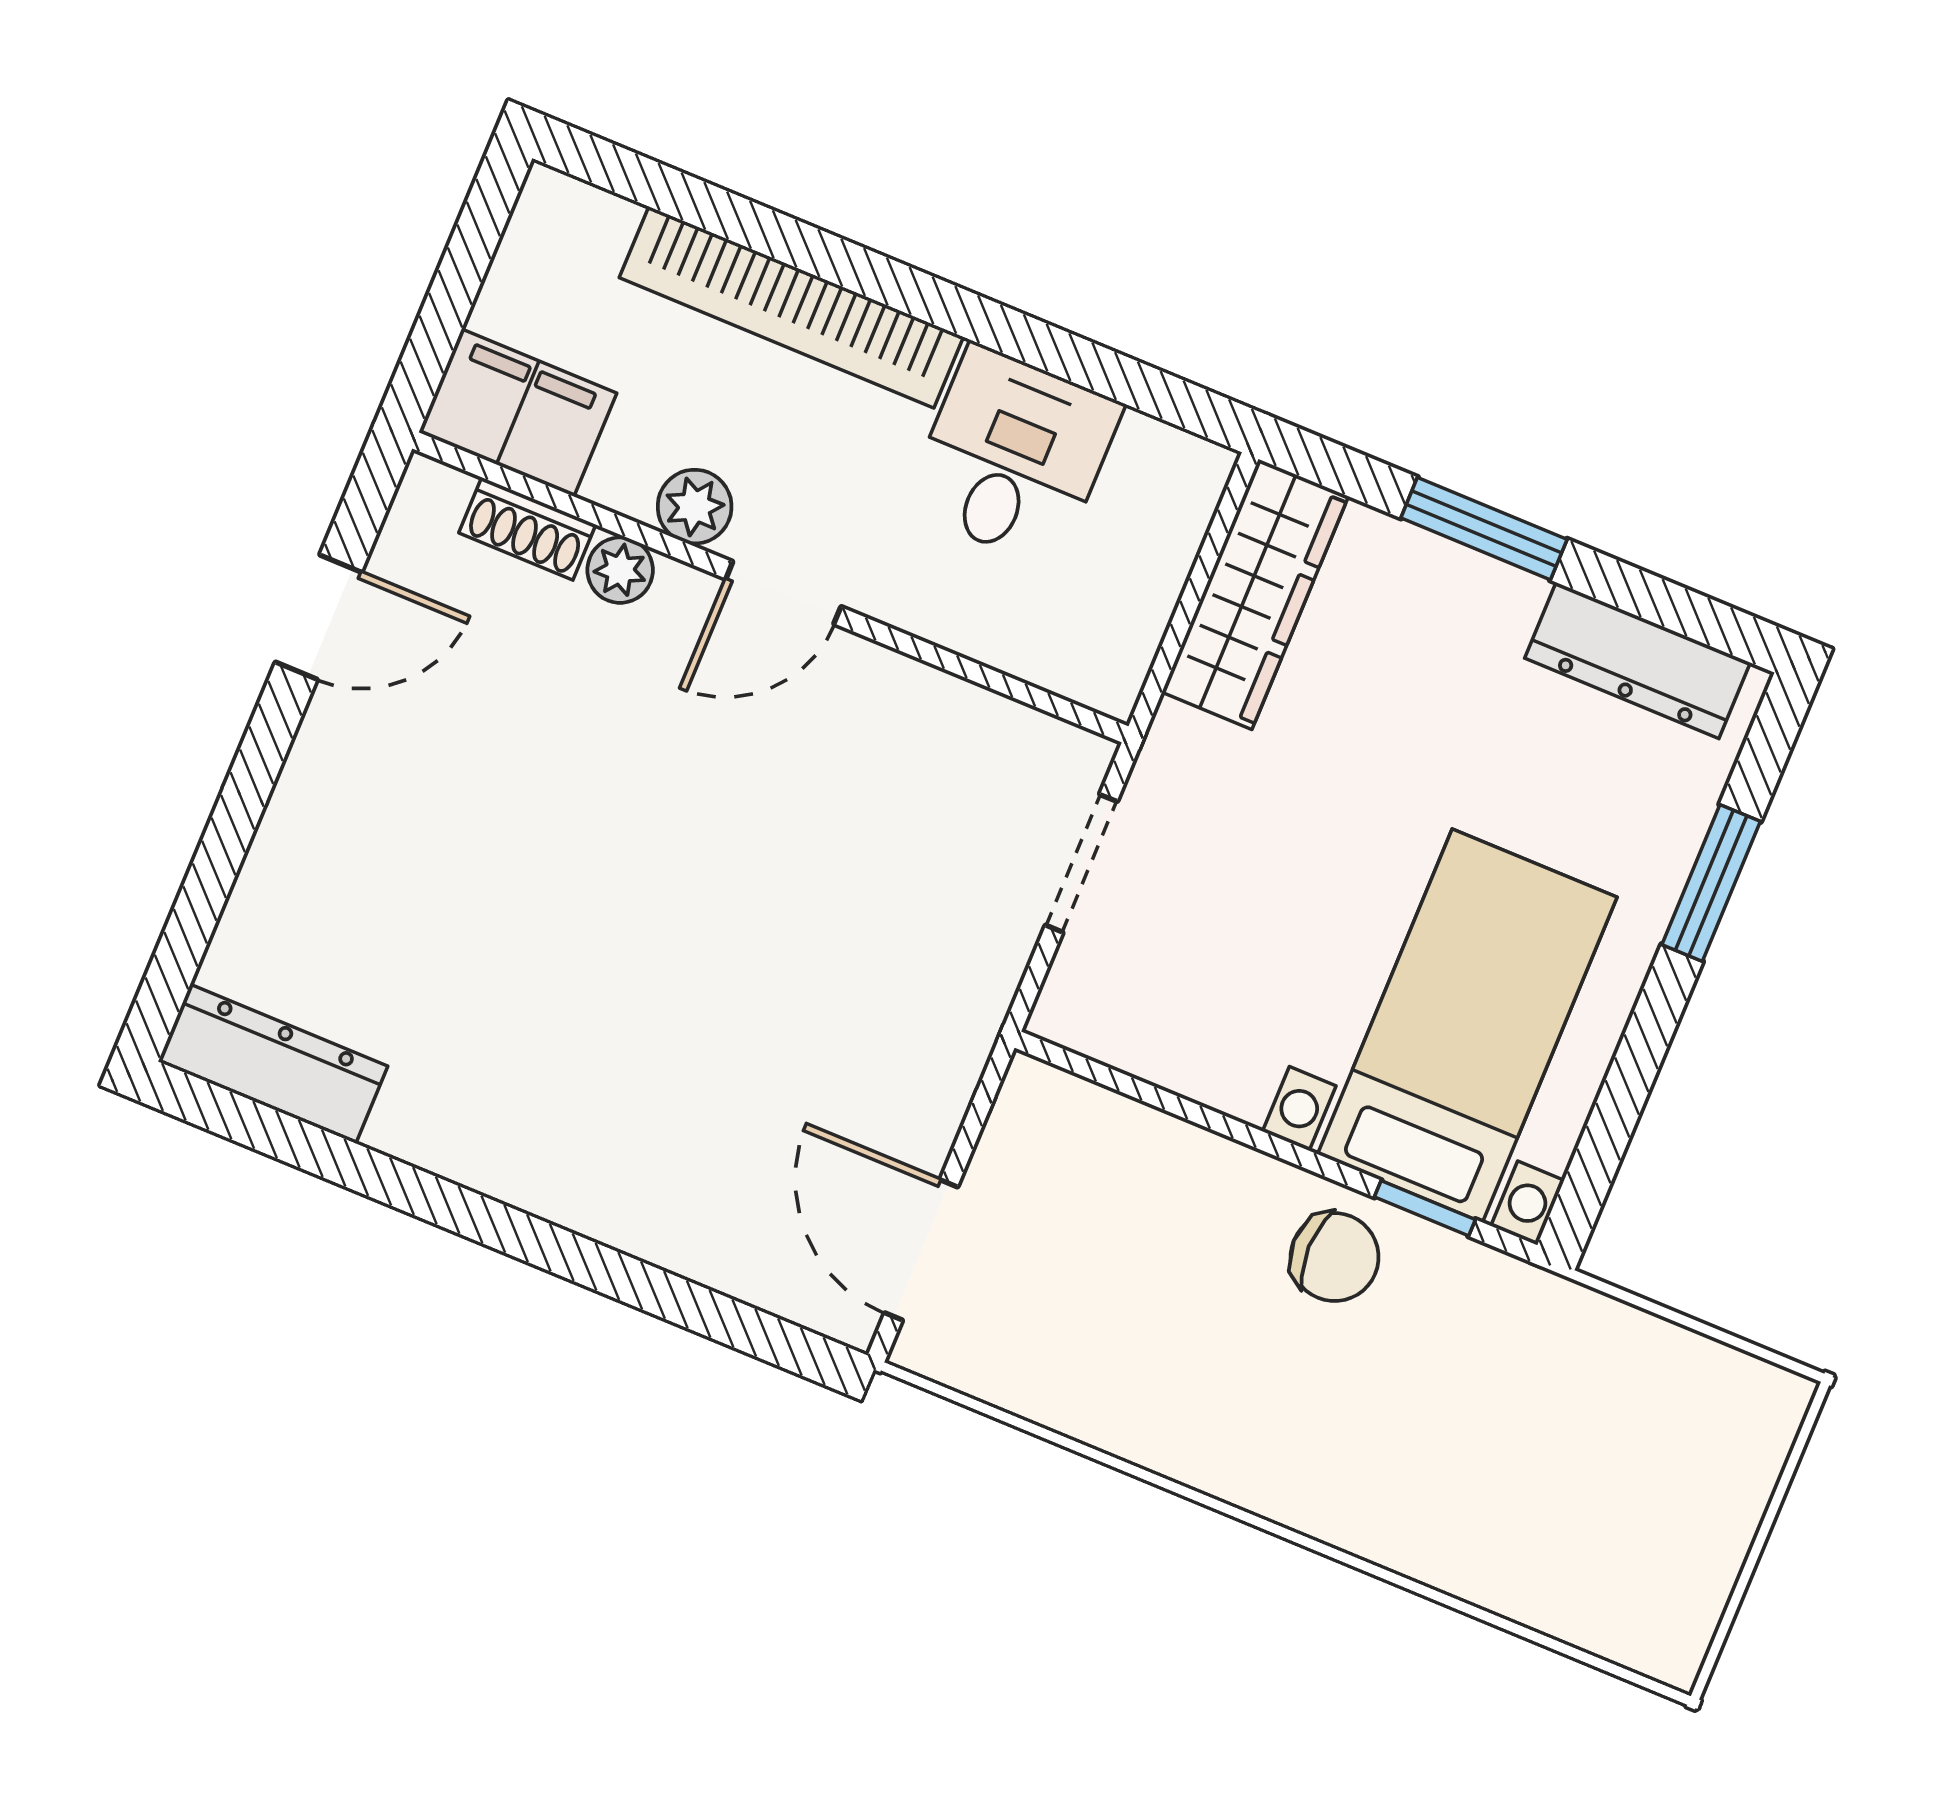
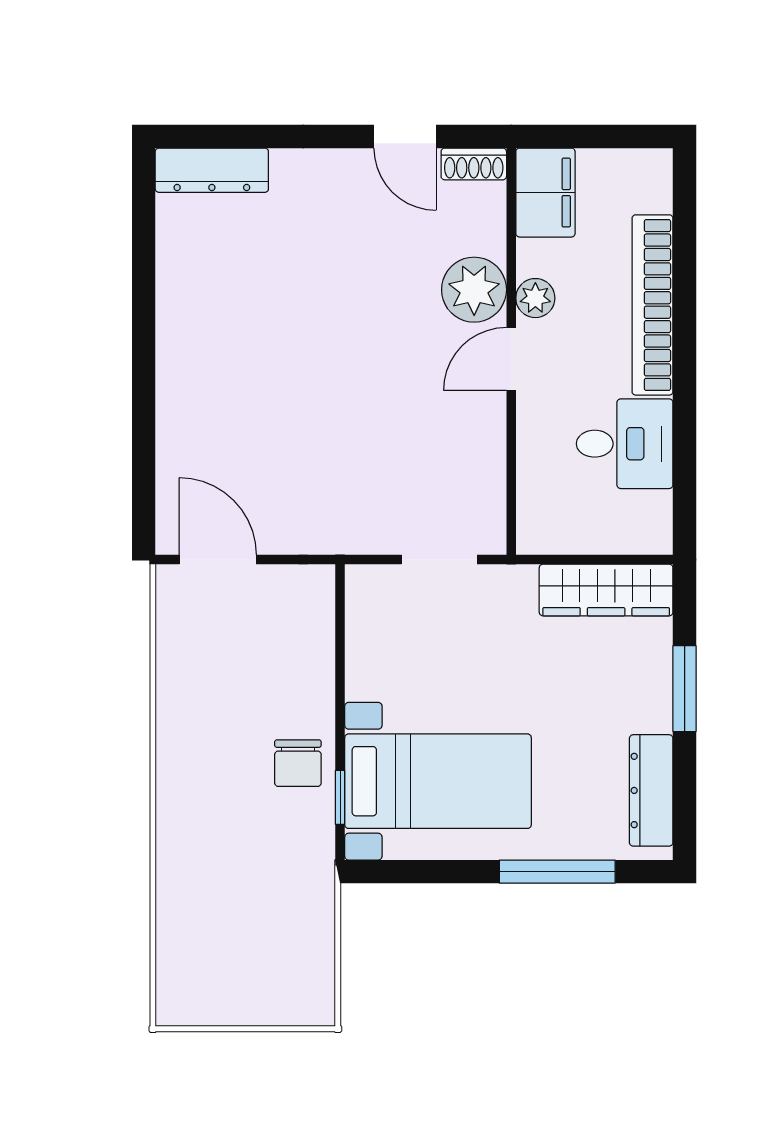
shoe rack: (527, 529) -> (474, 164), moved, turned -90
plant: (620, 570) -> (474, 290), width x1.88, depth x1.88
door: (783, 593) -> (511, 359), hinge flipped
window: (1711, 883) -> (557, 872), width x1.44
dresser: (273, 1064) -> (212, 170), moved, turned 90
door: (921, 1250) -> (218, 559), hinge flipped

